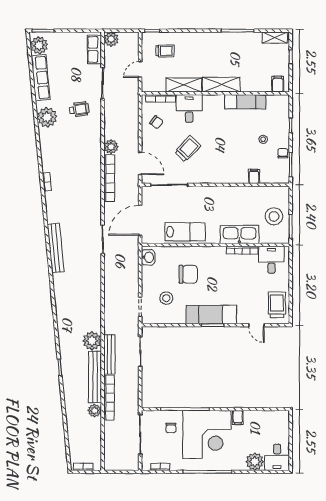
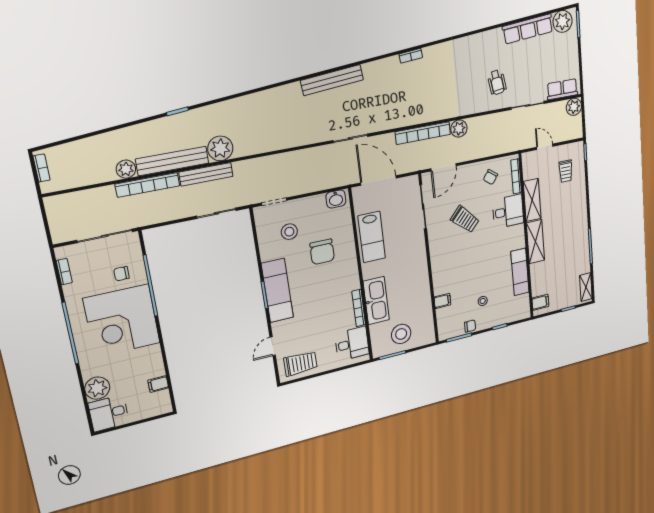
plant: (47, 117) -> (485, 44), removed
filing cabinet: (238, 417) -> (158, 384), moved

